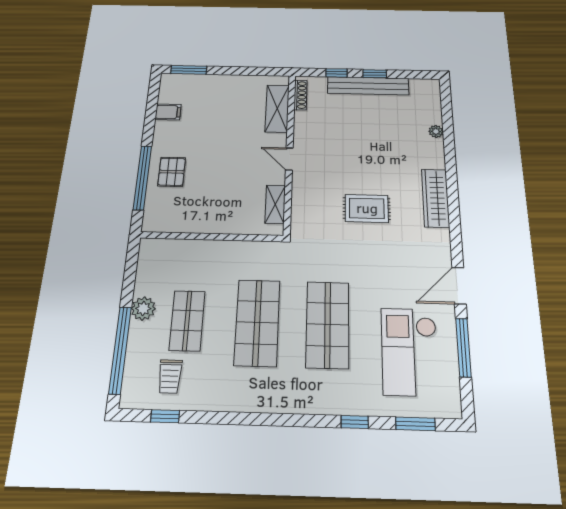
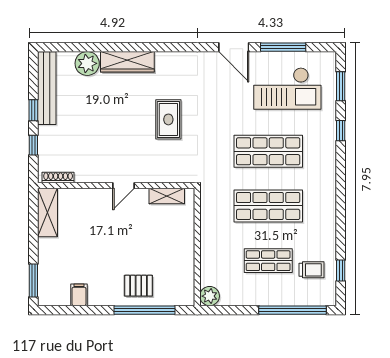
bench: (368, 86) -> (47, 88), moved
shelving: (277, 108) -> (47, 212), moved, turned 90
plant: (436, 131) -> (87, 63), width x1.88, depth x1.88
wardrobe: (435, 198) -> (127, 62), moved
plant: (143, 309) -> (210, 296), moved

